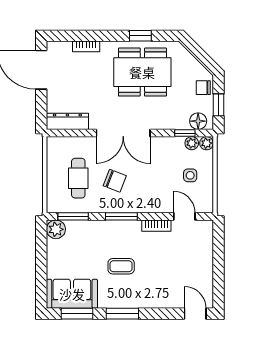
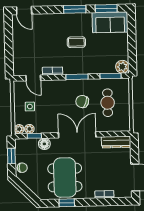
dining table: (142, 72) -> (65, 178), turned 90
floor lamp: (198, 121) -> (44, 144), moved

